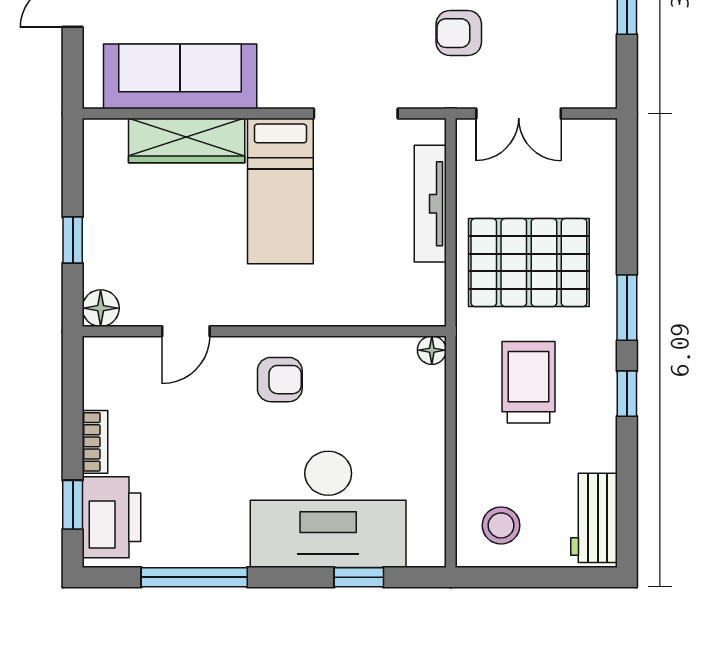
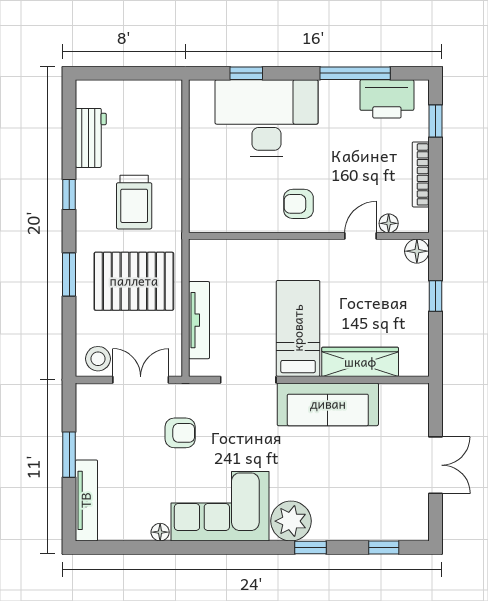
sofa: (180, 76) -> (328, 404), moved
window: (627, 308) -> (69, 274), moved
floor lamp: (432, 350) -> (389, 223), moved
bookcase: (95, 442) -> (421, 174), width x1.56
printer: (111, 517) -> (387, 99), moved, turned -90
workbench: (594, 518) -> (91, 138), moved
stool: (501, 525) -> (98, 359), moved

